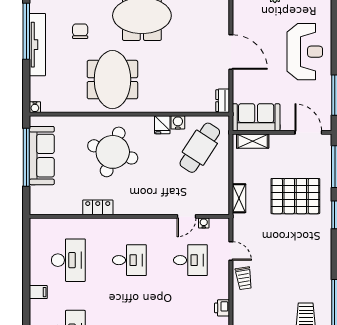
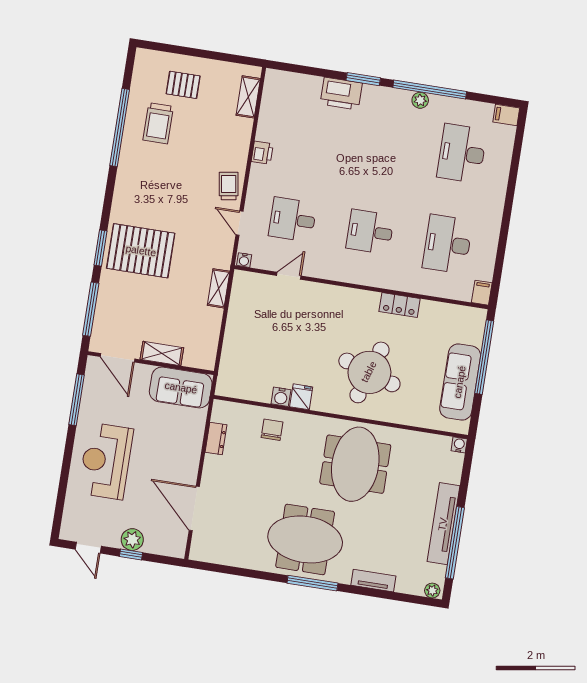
chair: (80, 31) -> (272, 430), moved, turned 180
door: (231, 52) -> (194, 508), moved
dresser: (223, 101) -> (216, 439), moved
shelving: (253, 141) -> (162, 353), moved
cafe table: (200, 148) -> (258, 360), removed
window: (26, 157) -> (484, 357), moved
pallet: (295, 196) -> (141, 251), moved
water cooler: (204, 223) -> (244, 260), moved
filing cabinet: (38, 292) -> (482, 293), moved, turned 90

